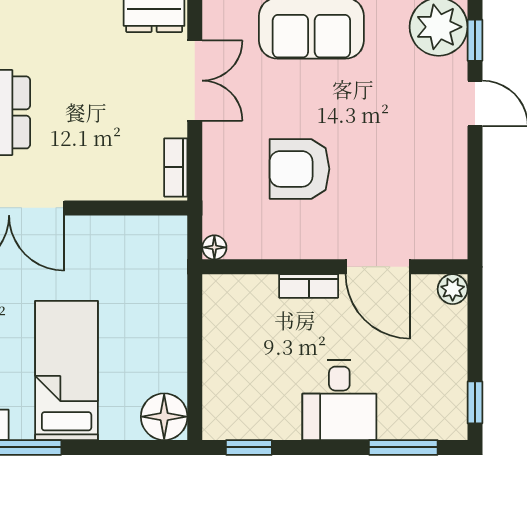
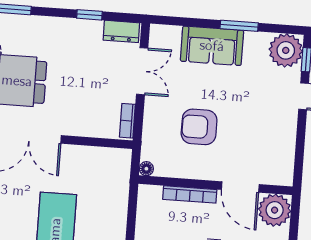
bookcase: (309, 286) -> (190, 194), width x1.56
plant: (453, 289) -> (275, 210), width x1.87, depth x1.87

